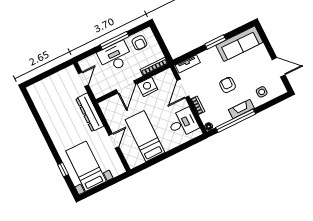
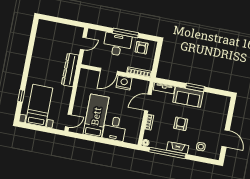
sofa: (239, 44) -> (188, 97), moved, width x0.73
desk: (183, 123) -> (115, 129), moved, turned 90
door: (114, 141) -> (68, 121), moved

